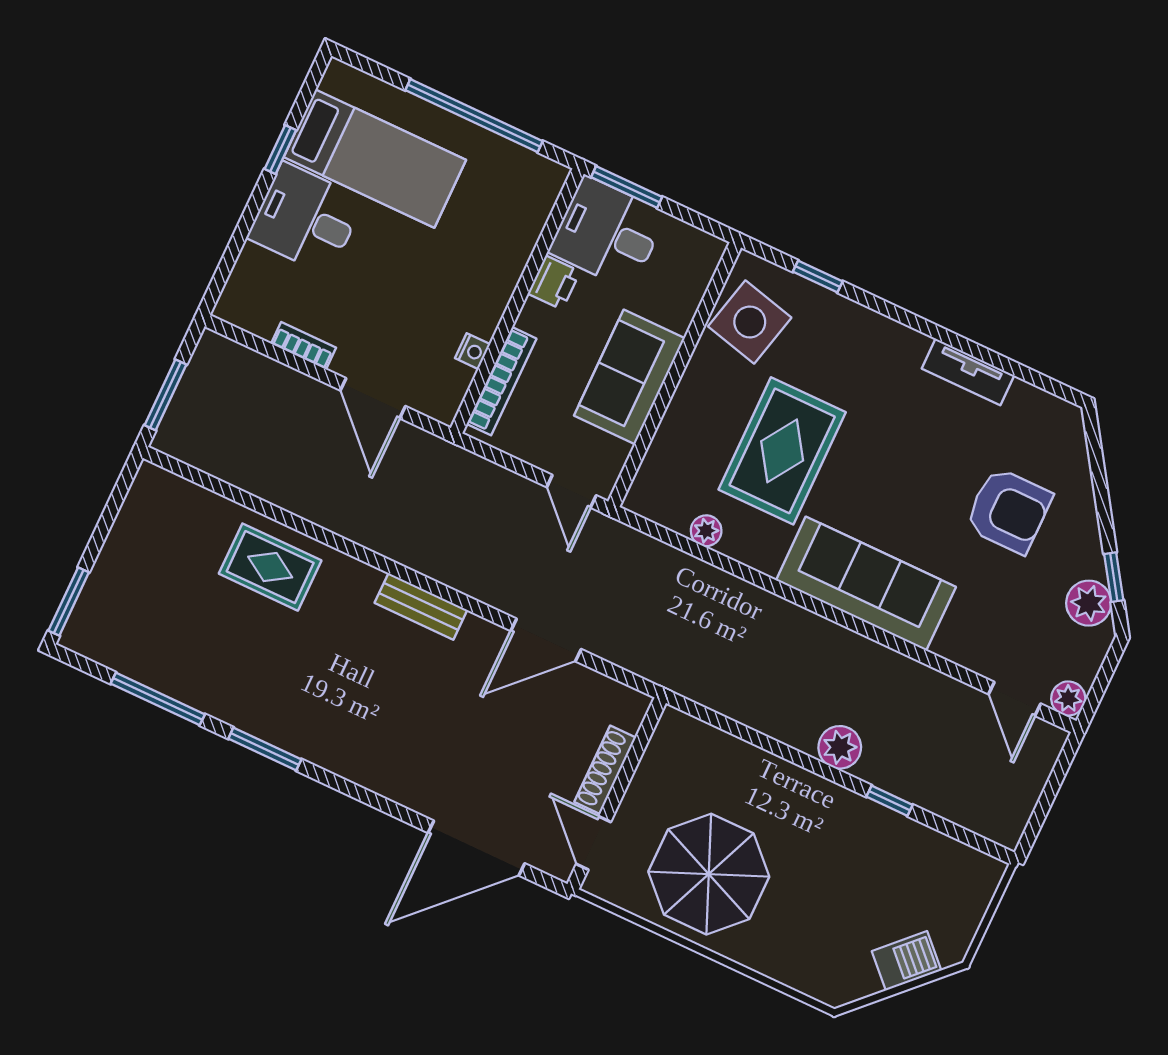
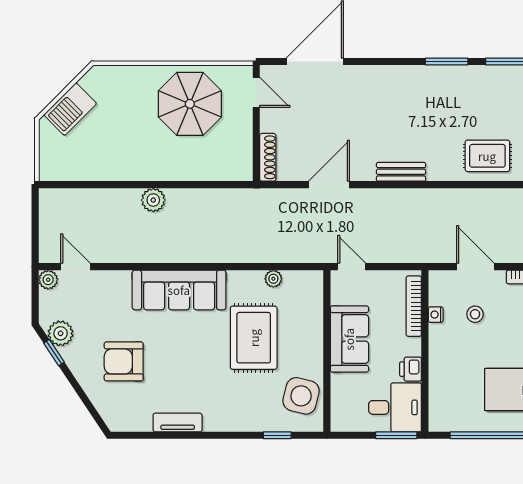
stool: (409, 322) -> (475, 314), added
shoe rack: (605, 770) -> (268, 157), moved
window: (890, 801) -> (115, 185), removed
barbecue: (907, 961) -> (70, 109), width x1.38, depth x1.27

